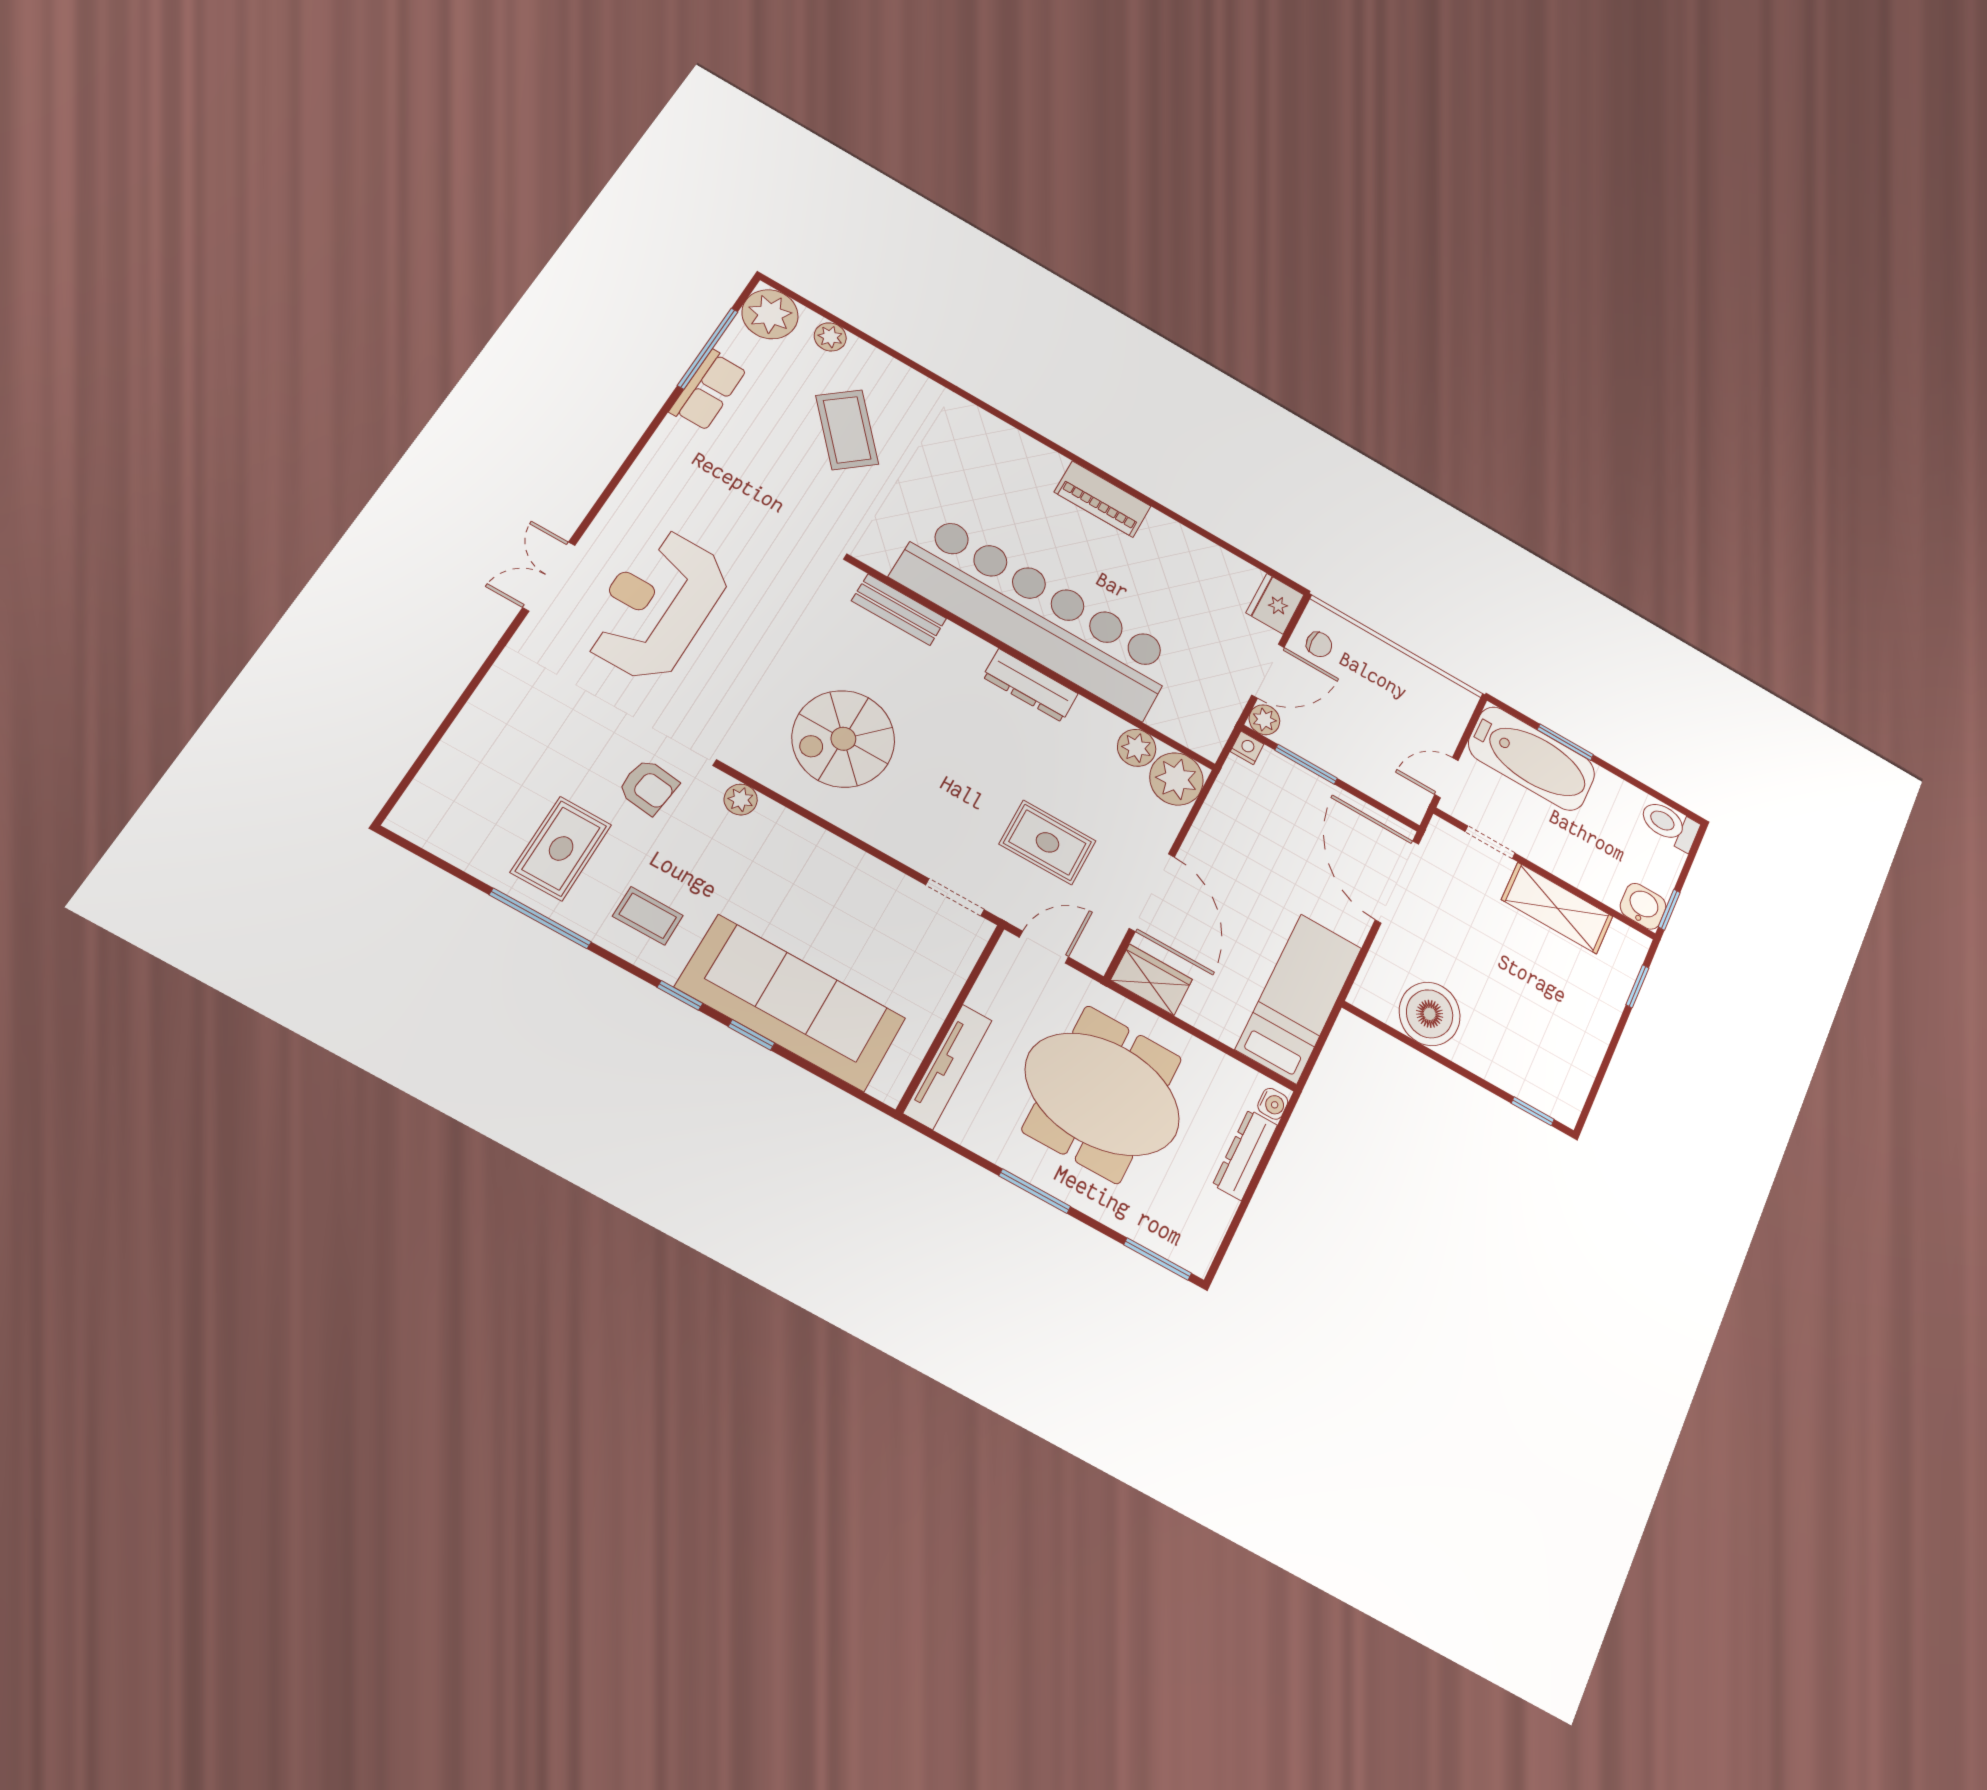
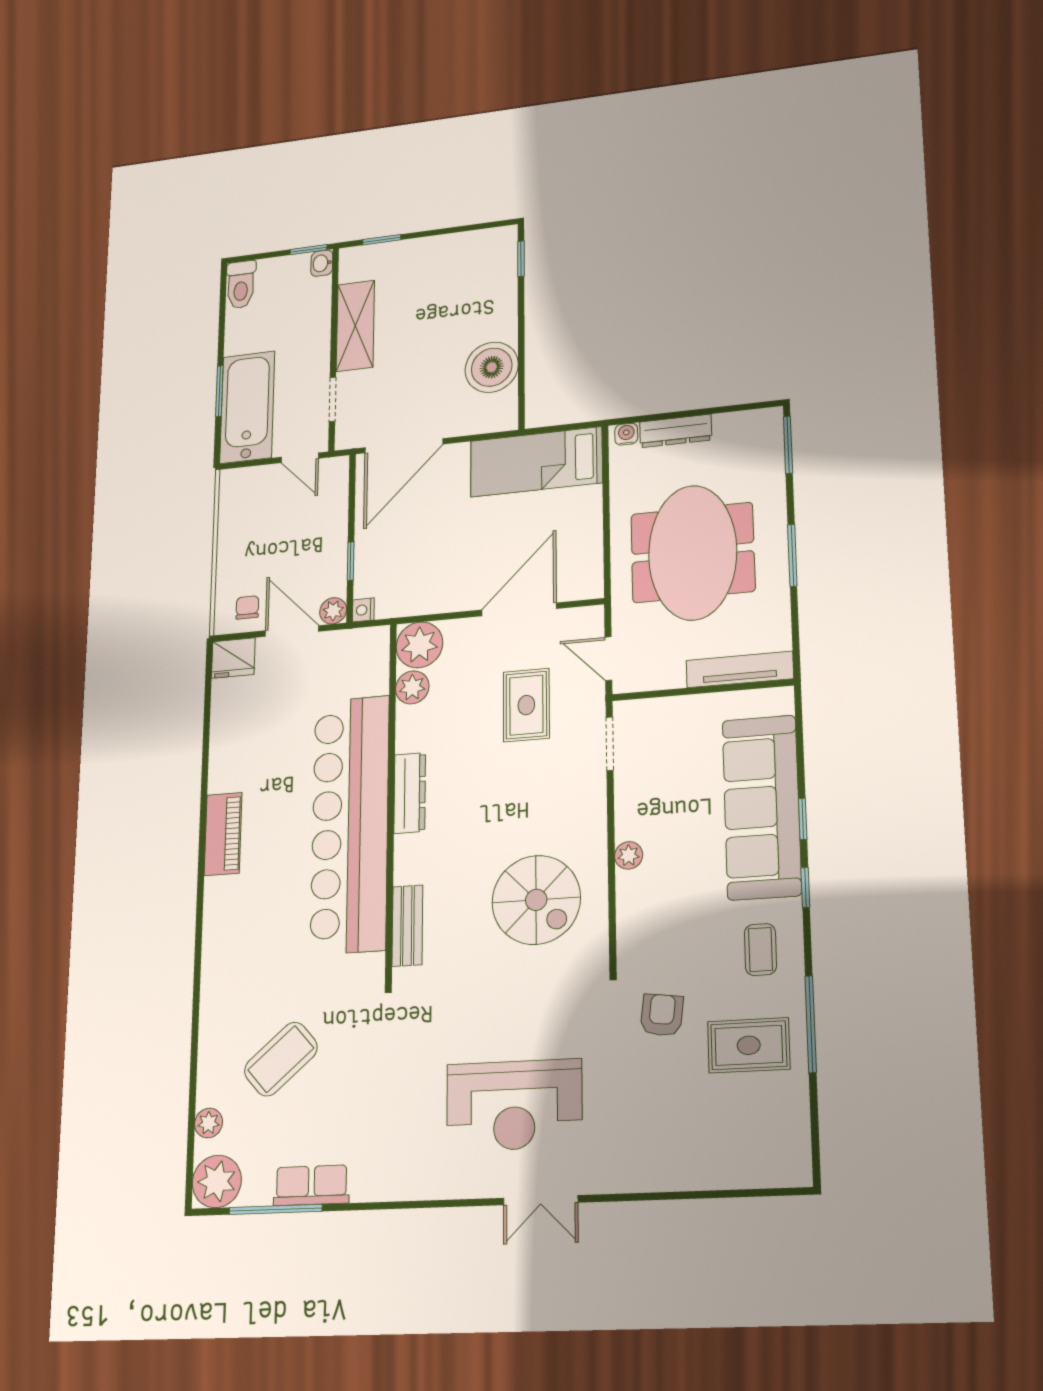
window: (1306, 764) -> (351, 561), width x0.67
plant: (741, 800) -> (629, 855), moved
washbasin: (1643, 906) -> (322, 263), width x0.72, depth x0.69
wardrobe: (1152, 980) -> (586, 570), removed

